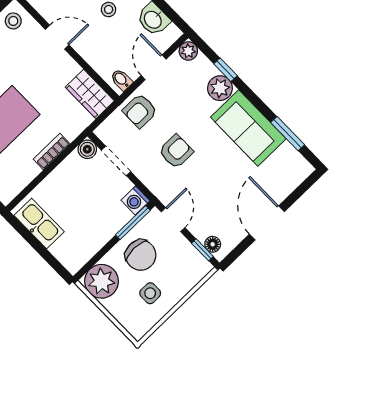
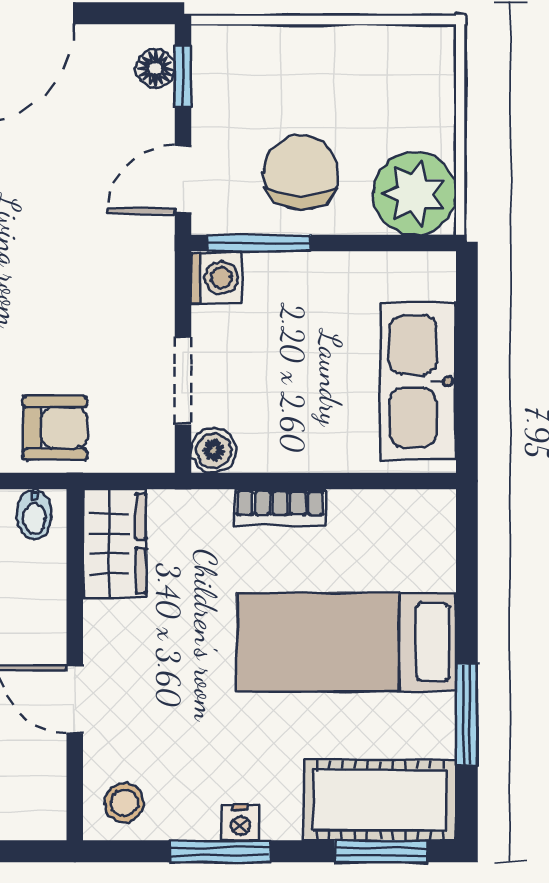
armchair: (176, 151) -> (61, 295), removed
kitchen sink: (39, 224) -> (418, 381), width x1.36, depth x1.24
side table: (150, 293) -> (349, 89), removed

